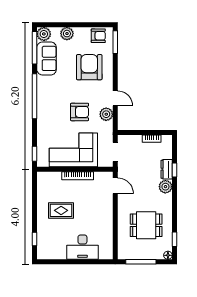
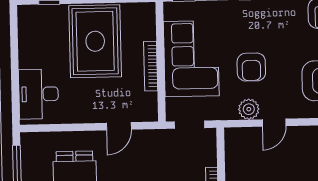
door: (115, 186) -> (119, 126), moved
rug: (61, 210) -> (95, 41), width x1.86, depth x2.06
desk: (82, 247) -> (39, 94), moved

